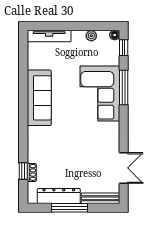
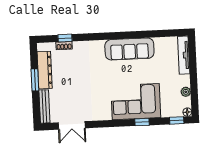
window: (124, 87) -> (142, 122), width x0.46
window: (69, 208) -> (35, 80), width x0.69

